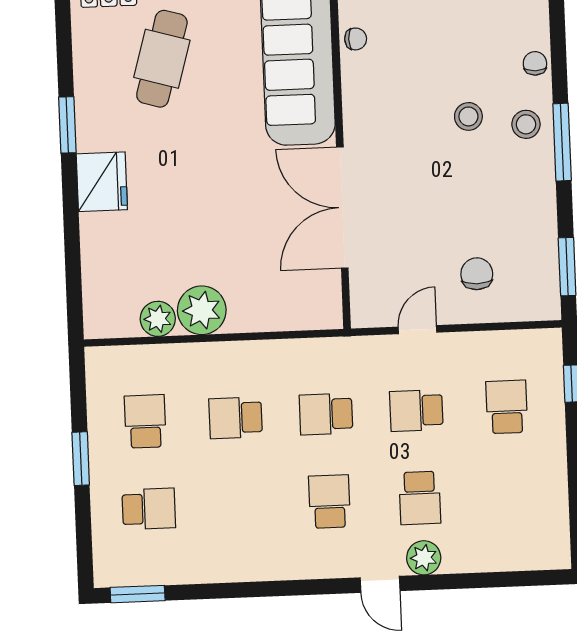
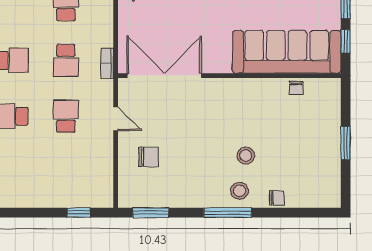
double door: (342, 208) -> (164, 76), moved
bookcase: (328, 347) -> (107, 63), added
school desk: (507, 407) -> (66, 172), removed
school desk: (326, 414) -> (66, 60), turned 180

